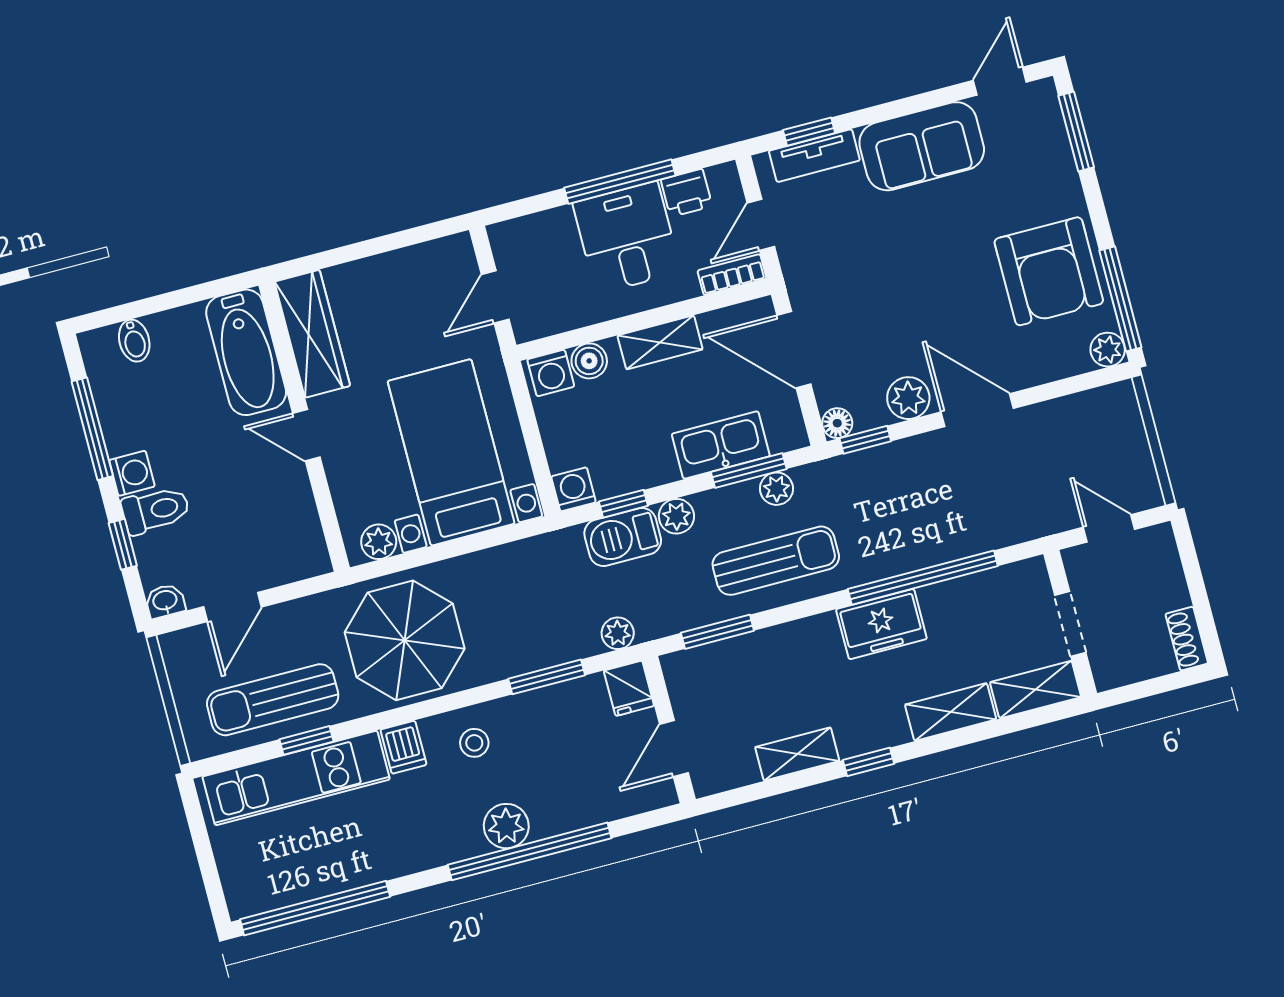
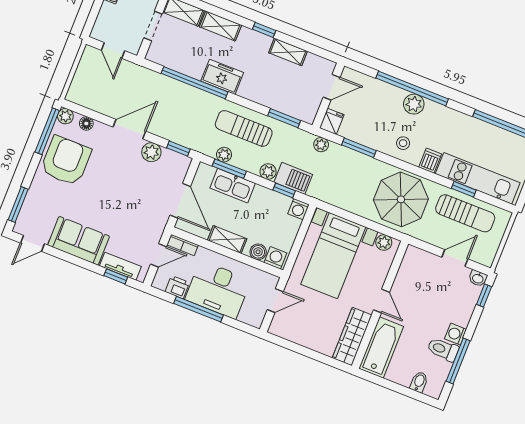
desk: (627, 238) -> (218, 290), width x1.37
door: (977, 410) -> (129, 129), swing flipped
floor lamp: (837, 423) -> (86, 123), moved
toilet: (156, 510) -> (443, 349), moved
window: (123, 544) -> (484, 295), moved

